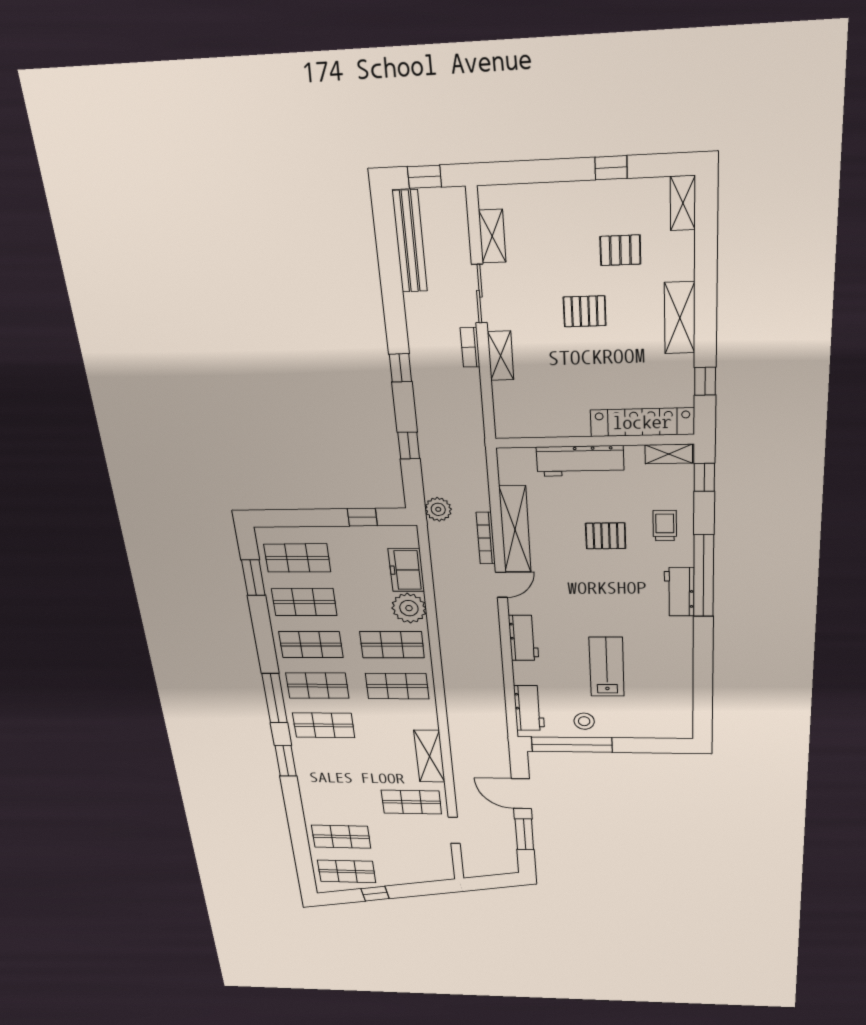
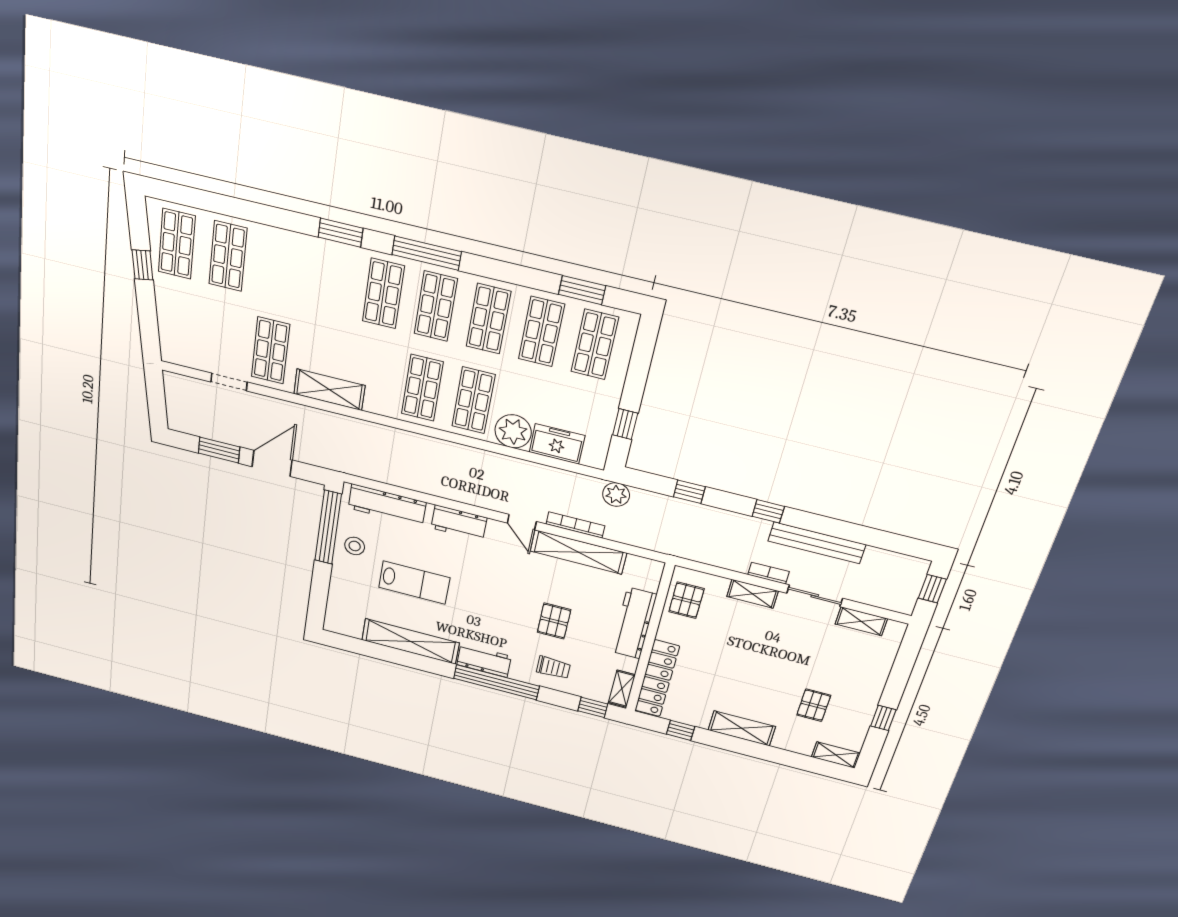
bench: (410, 241) -> (817, 543), moved
pallet: (585, 311) -> (686, 600), moved
shelving: (680, 661) -> (410, 641), added
workbench: (529, 708) -> (387, 505), width x1.38

